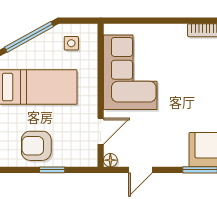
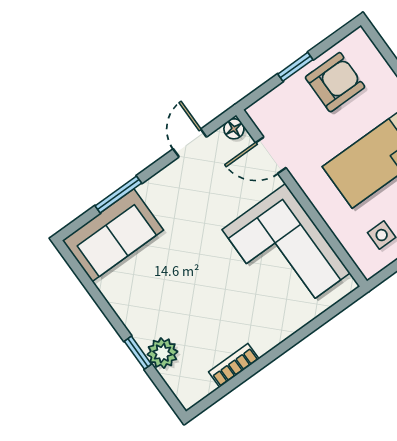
door: (101, 131) -> (271, 155), hinge flipped

